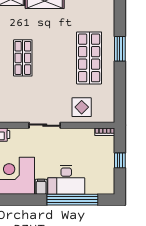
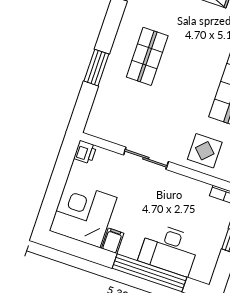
desk: (66, 180) -> (169, 250), moved

